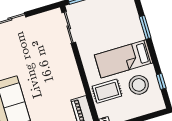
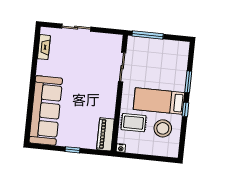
sliding door: (69, 27) -> (122, 67), moved
window: (161, 81) -> (185, 109), moved

